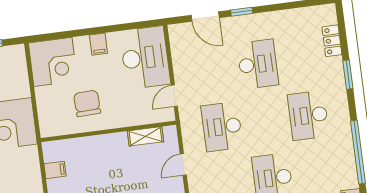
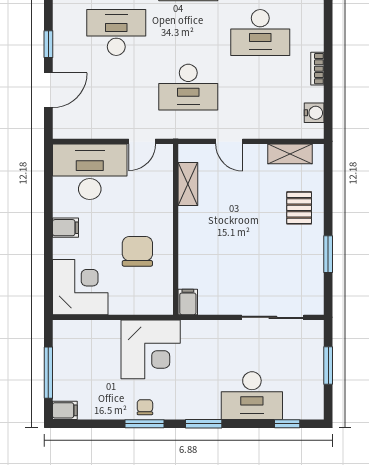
door: (174, 96) -> (142, 141), hinge flipped
chair: (87, 103) -> (137, 251), turned 92
filing cabinet: (55, 170) -> (188, 302), moved

